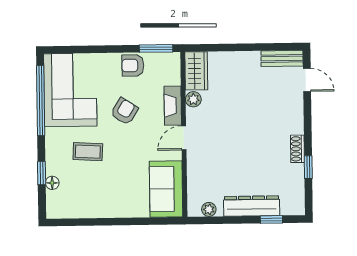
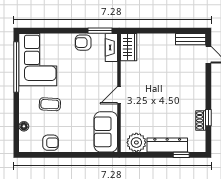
plant: (193, 99) -> (126, 68), removed
fireplace: (173, 106) -> (111, 47), moved
armchair: (124, 111) -> (51, 143), moved, turned 58
shoe rack: (297, 149) -> (201, 120), moved
window: (42, 173) -> (16, 119), removed
plant: (209, 209) -> (136, 143), width x1.87, depth x1.87

